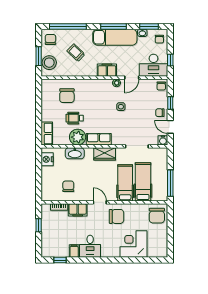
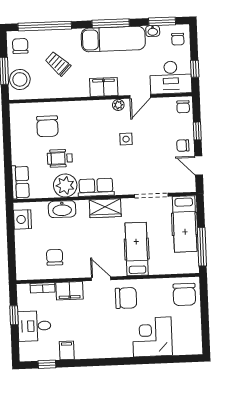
water cooler: (163, 140) -> (189, 185), removed
hospital bed: (143, 182) -> (185, 224), moved, turned 180
desk: (90, 246) -> (34, 326), moved, turned 90

